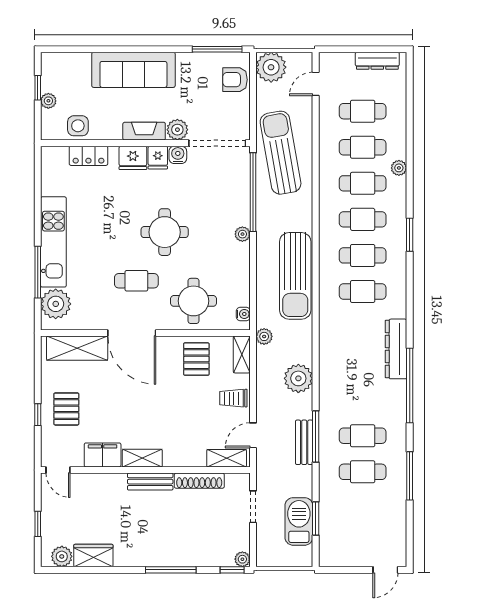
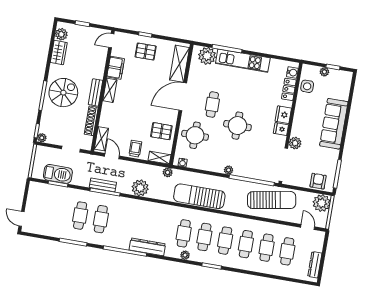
fireplace: (144, 131) -> (297, 124), removed
water cooler: (178, 155) -> (292, 72), moved
plant: (399, 168) -> (185, 255), moved
spiral stairs: (160, 536) -> (63, 93), added

